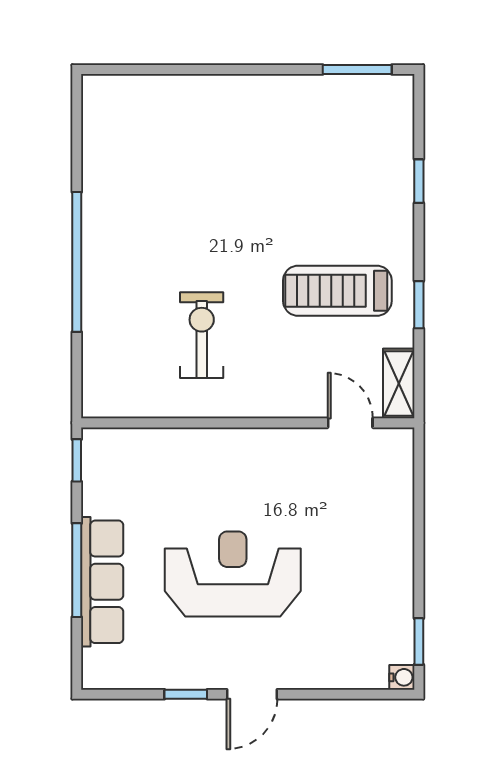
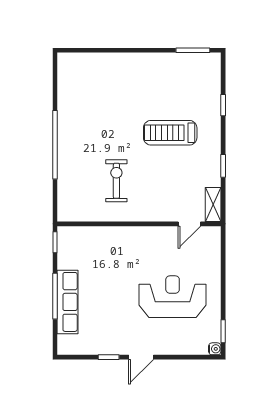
treadmill: (337, 291) -> (170, 133), moved
door: (350, 423) -> (189, 224), swing flipped
reception desk: (233, 574) -> (173, 297), moved

